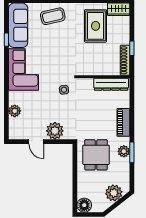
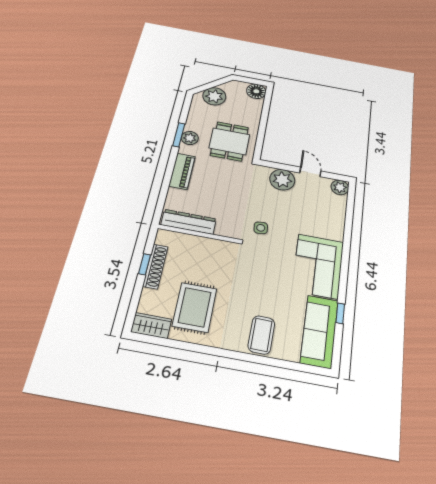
coffee table: (53, 16) -> (261, 335), turned -76
shoe rack: (125, 60) -> (155, 266), moved
plant: (15, 111) -> (340, 187), moved

